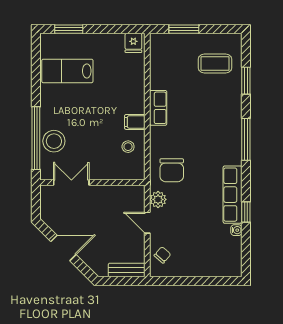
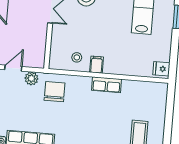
window: (184, 29) -> (169, 111), removed
chair: (172, 170) -> (55, 92), turned 90

